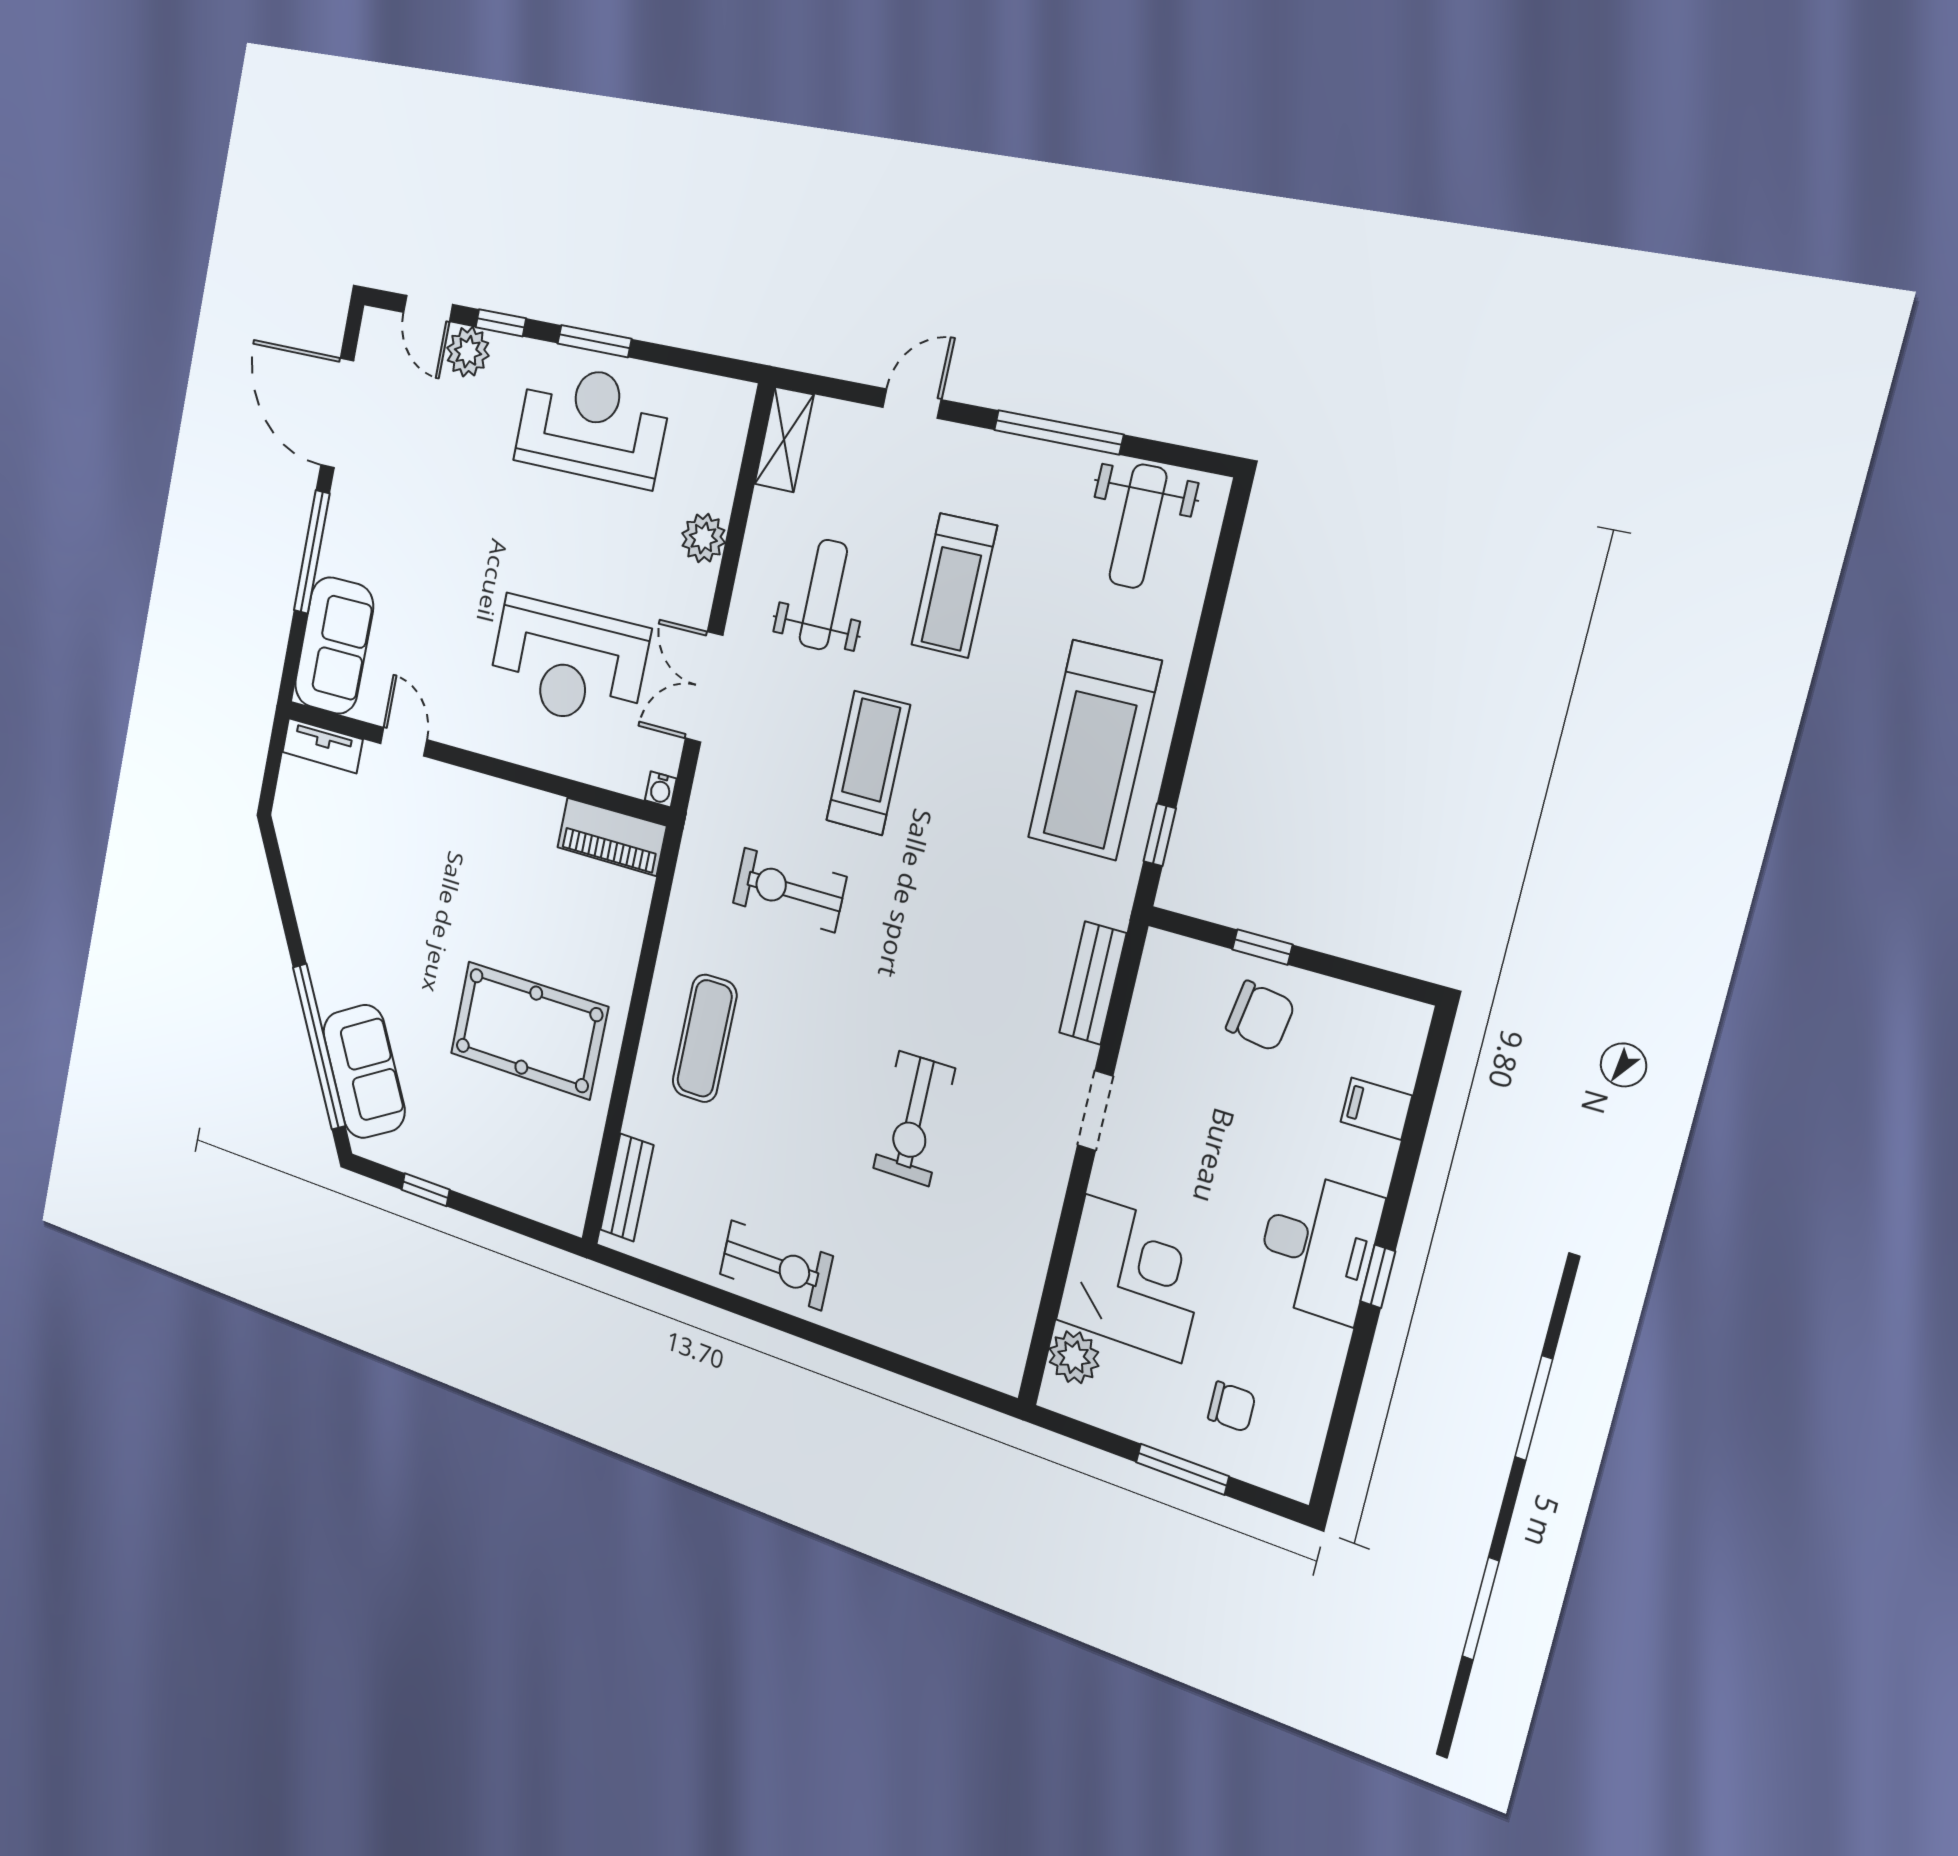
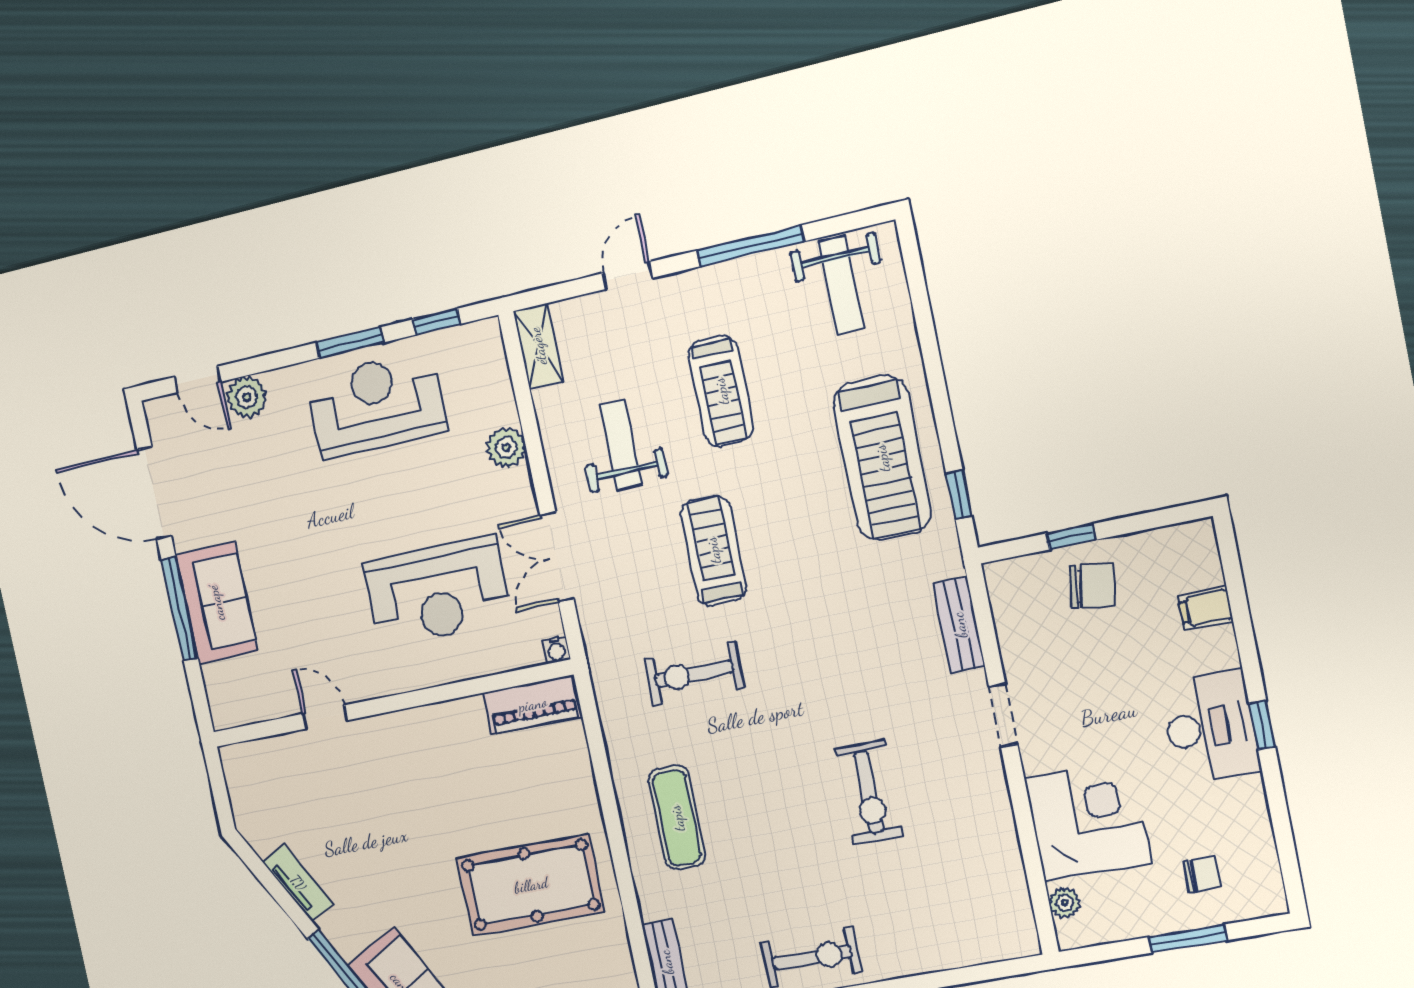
window: (501, 323) -> (436, 322), moved
sofa: (334, 646) -> (216, 603), moved
tv unit: (322, 746) -> (298, 883), moved, turned -119
plant: (1074, 1357) -> (1065, 903), width x0.73, depth x0.73

